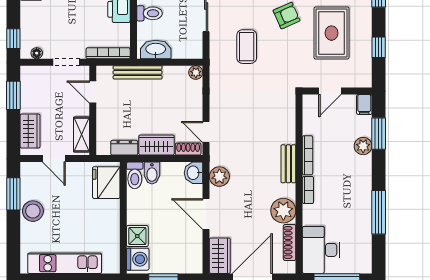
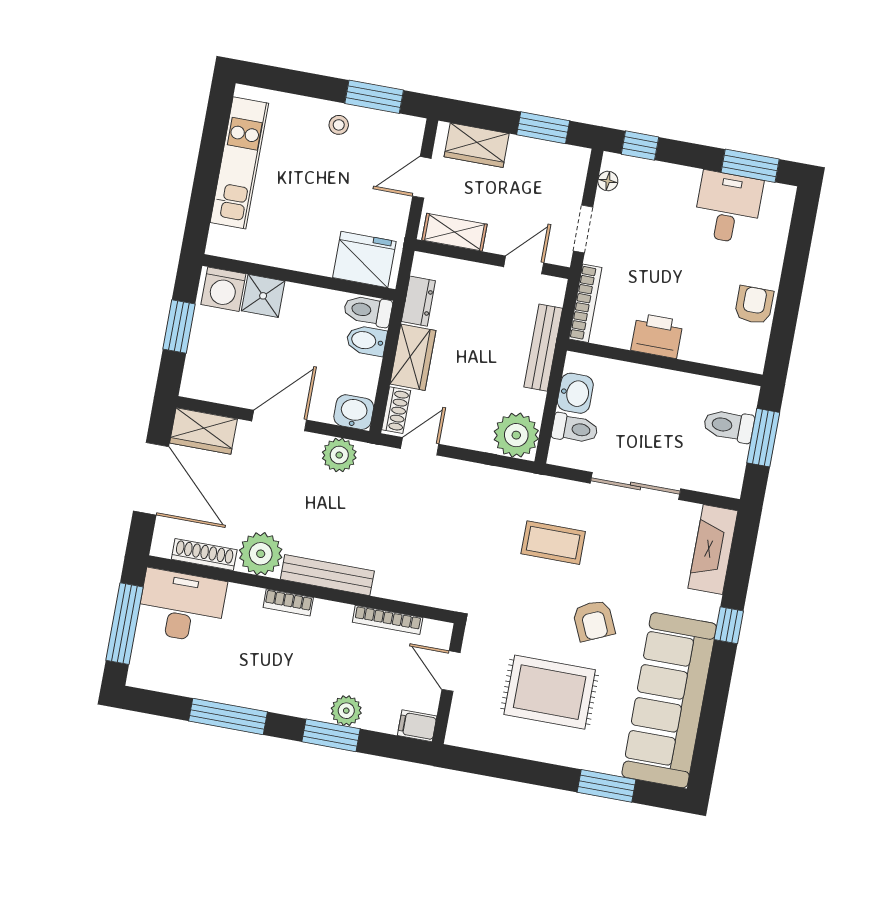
toilet: (149, 13) -> (575, 429), moved, turned -90
window: (379, 47) -> (510, 768), removed
washbasin: (156, 50) -> (575, 393), width x0.72
plant: (196, 73) -> (516, 435), width x1.88, depth x1.88
window: (379, 134) -> (331, 735), moved
bookcase: (308, 155) -> (388, 620), moved
bench: (288, 164) -> (327, 575), width x1.36
stool: (33, 211) -> (339, 125), width x0.53, depth x0.53

